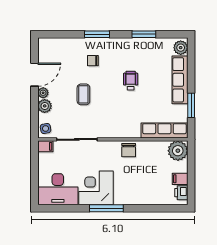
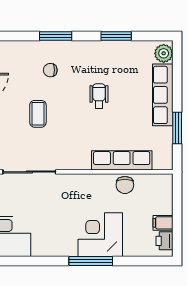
row of seats: (164, 130) -> (122, 160), moved
chair: (129, 150) -> (125, 185), moved
plant: (178, 151) -> (160, 187), removed
corner desk: (96, 188) -> (100, 235), moved
window: (106, 208) -> (91, 261), moved

